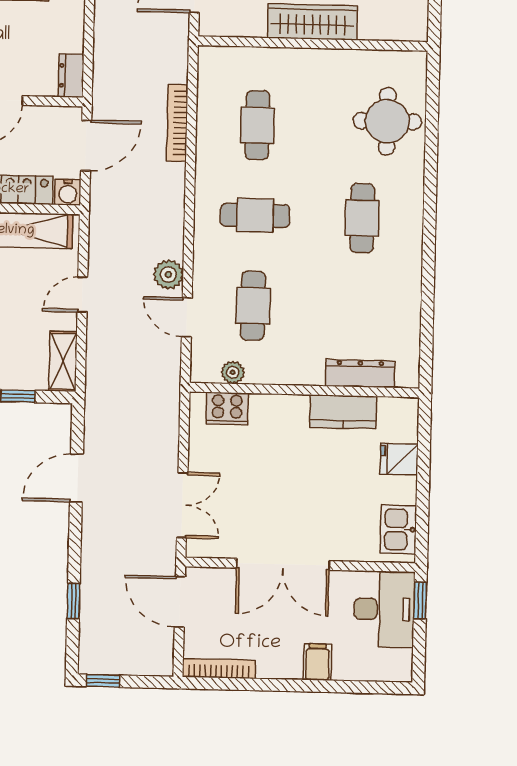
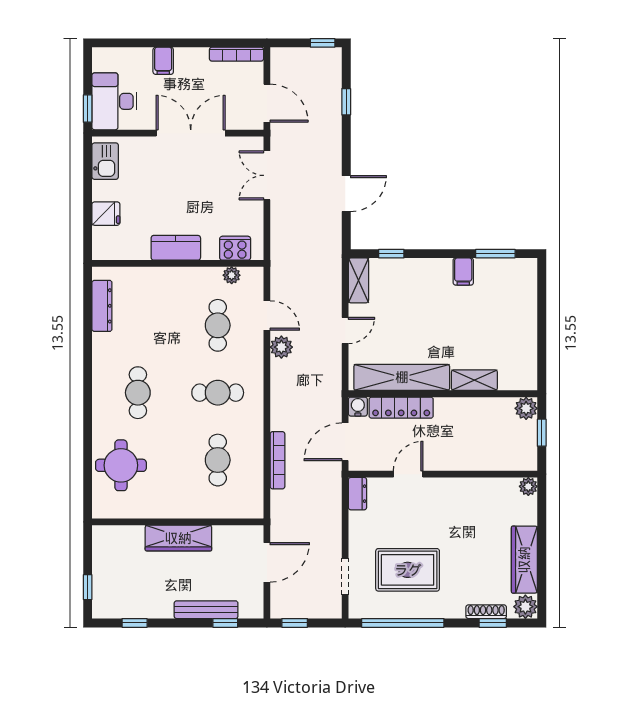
dresser: (360, 374) -> (102, 306), moved, turned -90
kitchen counter: (343, 412) -> (176, 248), moved

